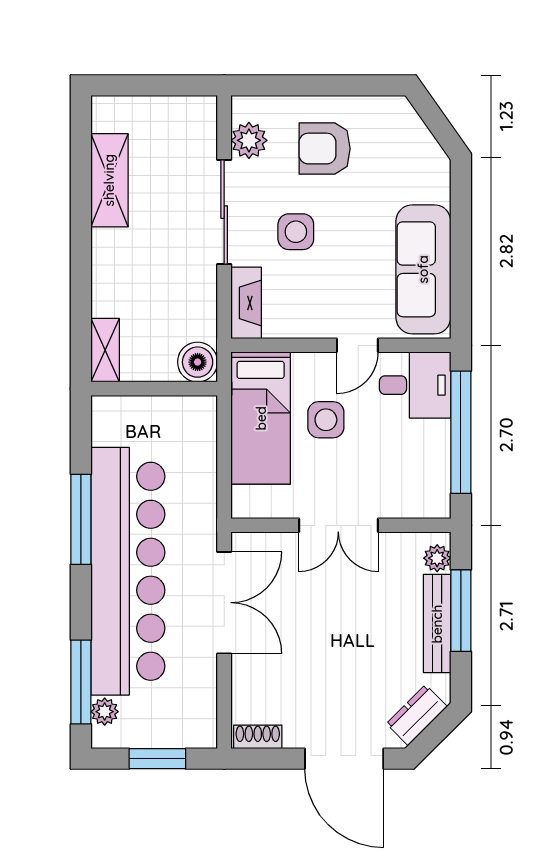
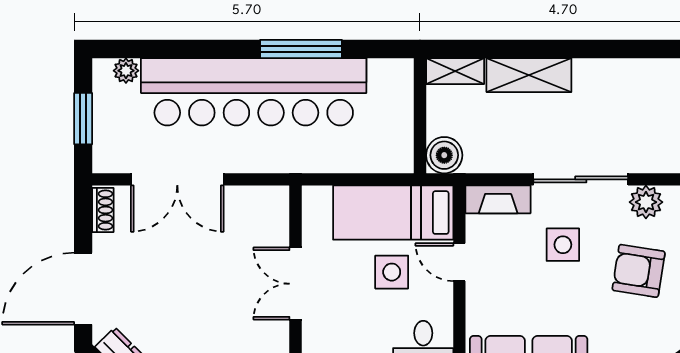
armchair: (325, 149) -> (639, 271), turned -81
shelving: (109, 180) -> (529, 75), moved
door: (357, 345) -> (459, 262), moved
double door: (224, 603) -> (177, 179), moved
window: (81, 682) -> (153, 49), removed

